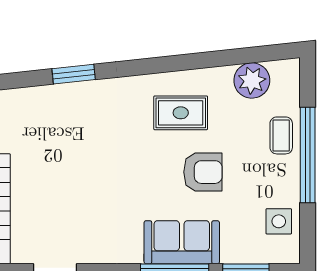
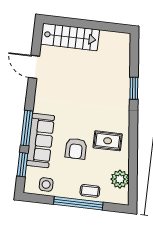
rug: (181, 113) -> (108, 141), turned 90
sofa: (182, 242) -> (40, 140), width x1.36

